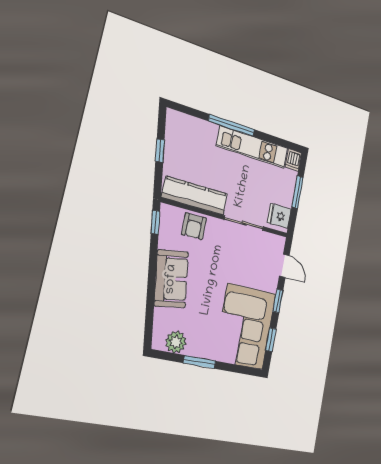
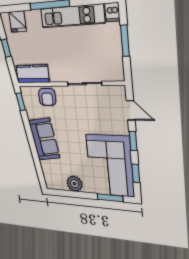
kitchen counter: (195, 196) -> (33, 74), width x0.67
fridge: (279, 216) -> (18, 22), moved, turned -90
plant: (176, 342) -> (75, 184), moved
window: (200, 362) -> (110, 198), moved

